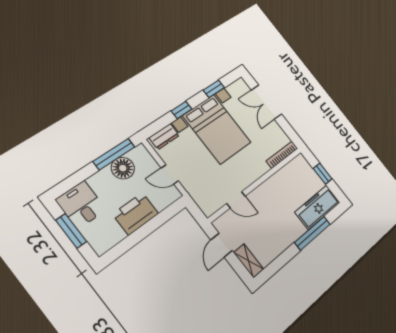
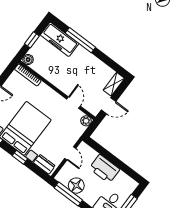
boiler: (300, 161) -> (28, 60), added
plant: (208, 209) -> (86, 121), added

